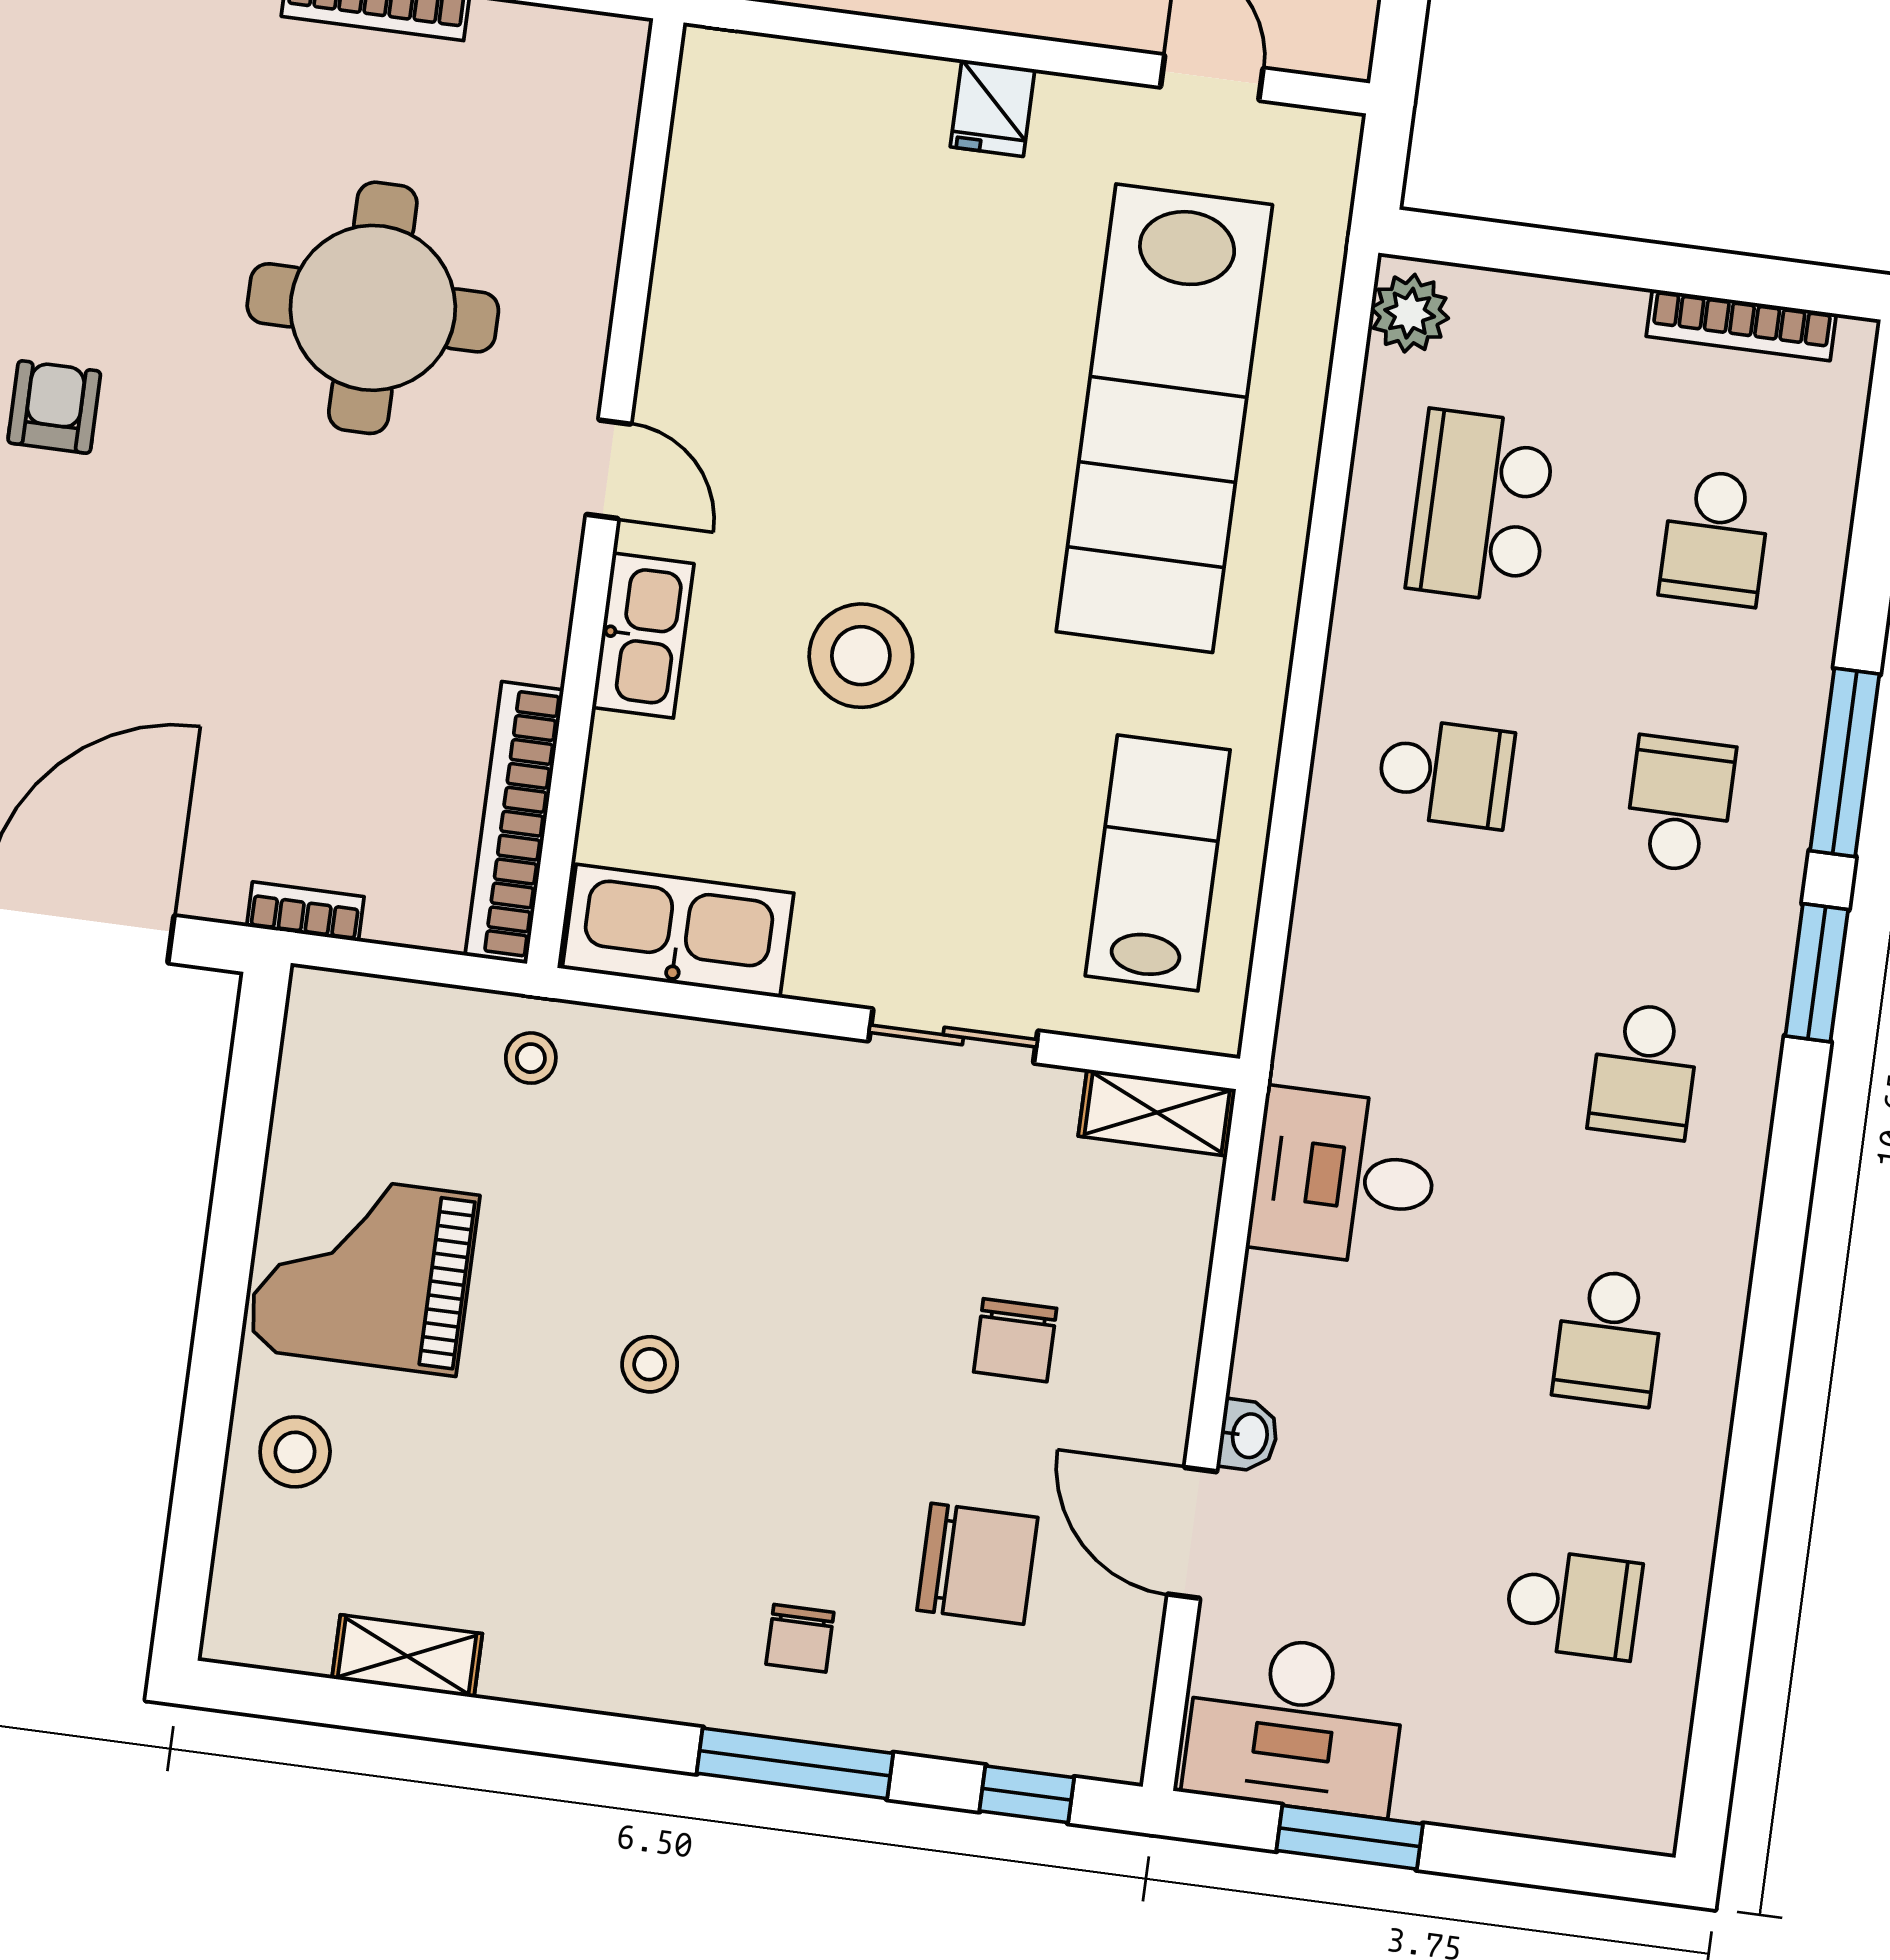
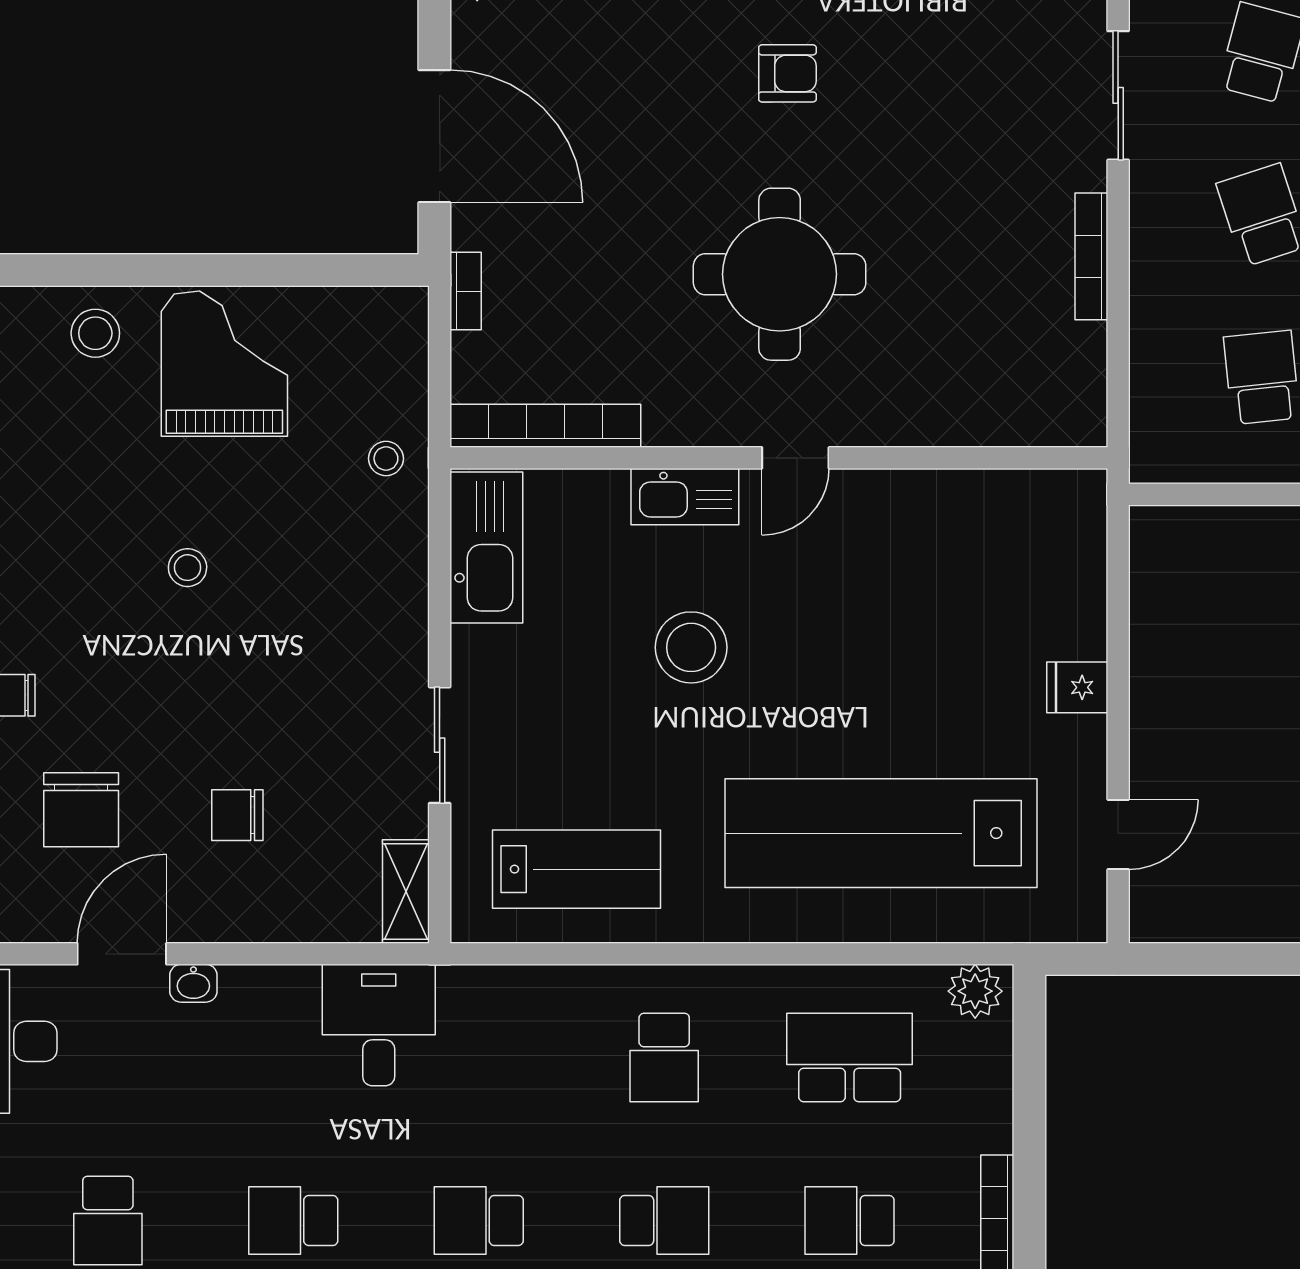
round table: (373, 308) -> (780, 274), moved

